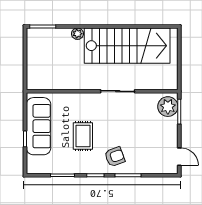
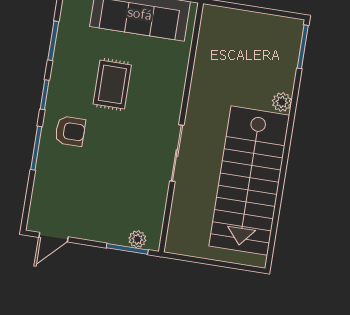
plant: (168, 107) -> (137, 239), width x0.53, depth x0.53
rug: (83, 136) -> (112, 84), turned 90
armchair: (115, 157) -> (70, 131), turned -70

